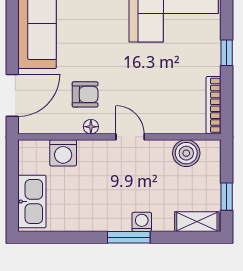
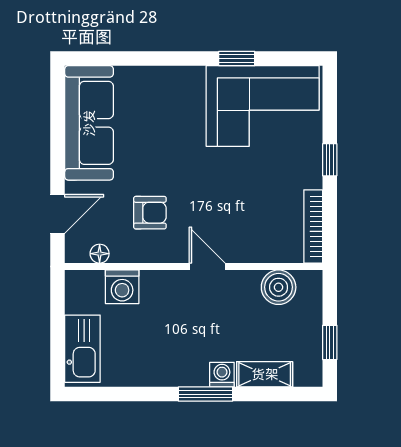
door: (12, 95) -> (58, 214), width x0.73
floor lamp: (91, 127) -> (100, 254), moved
shelving: (197, 222) -> (265, 374), moved

